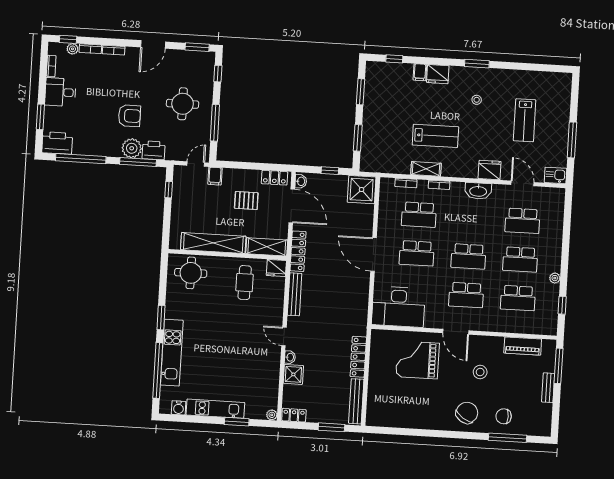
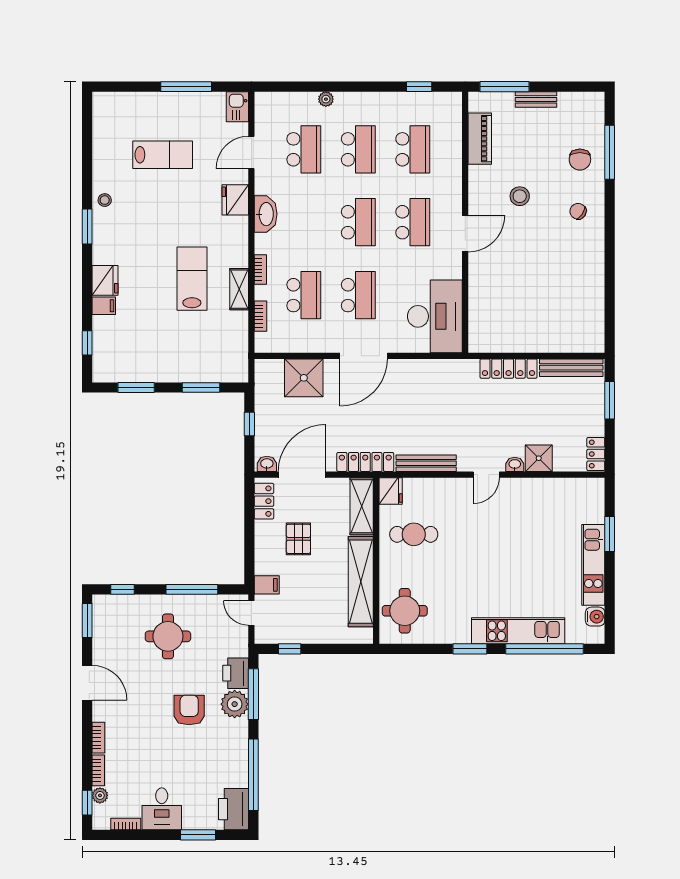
stool: (477, 100) -> (105, 200), moved
shower: (362, 190) -> (304, 378), moved
plant: (555, 278) -> (326, 99), moved
grand piano: (417, 360) -> (508, 285), removed
chair: (467, 413) -> (578, 211), width x0.54, depth x0.54
plant: (272, 415) -> (597, 485), removed

